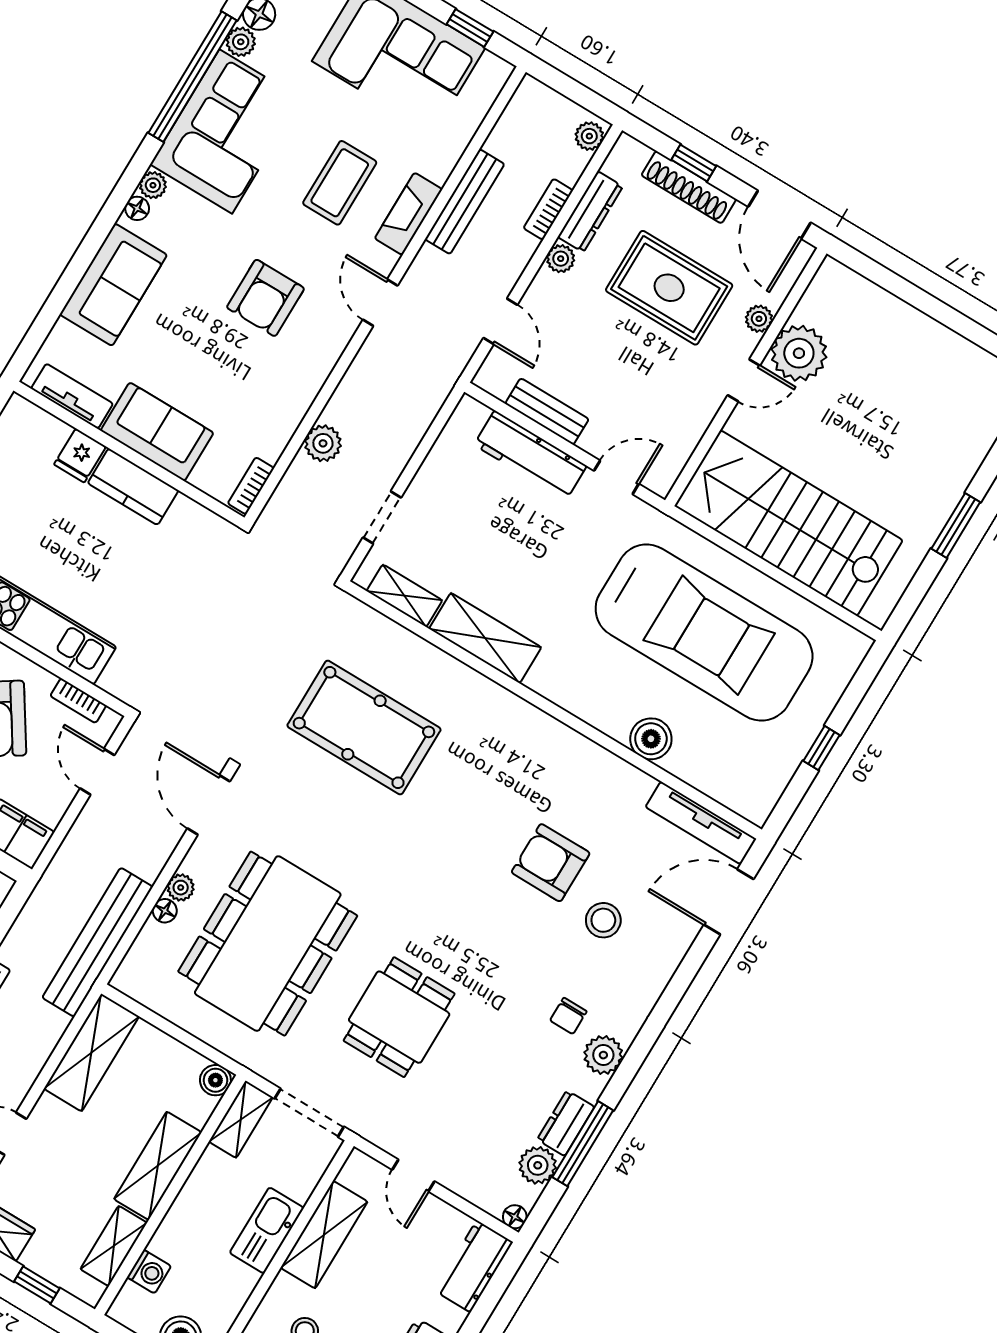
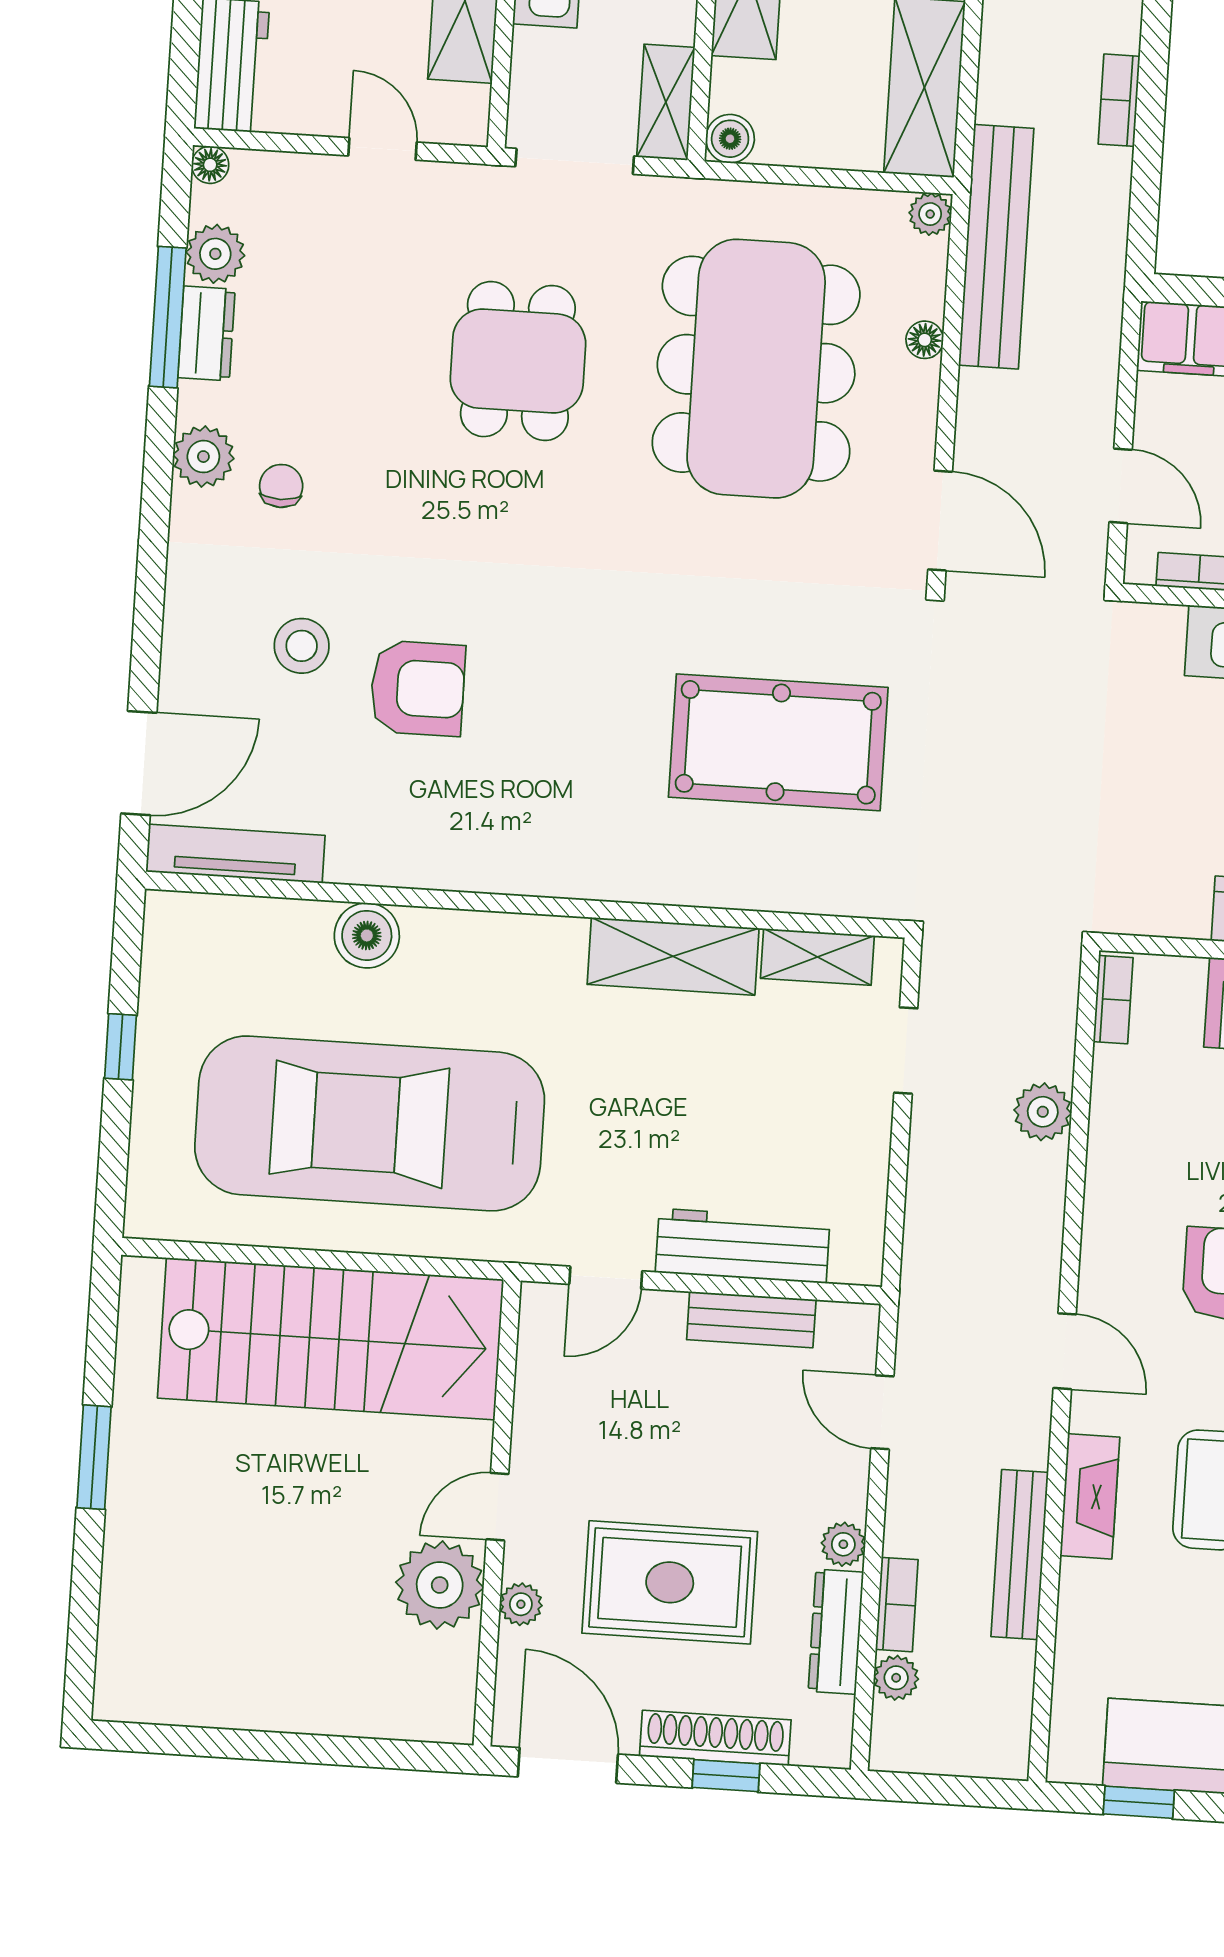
plant: (589, 136) -> (896, 1678), moved
plant: (181, 888) -> (930, 214), moved

